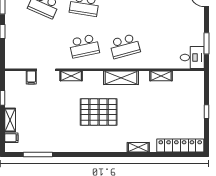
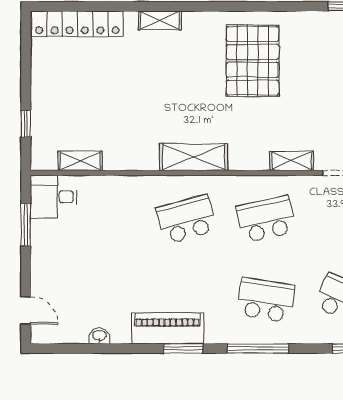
shelving: (161, 76) -> (80, 161), moved
pallet: (99, 112) -> (253, 61), moved, turned 90
window: (206, 112) -> (26, 124), moved

